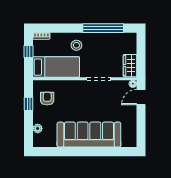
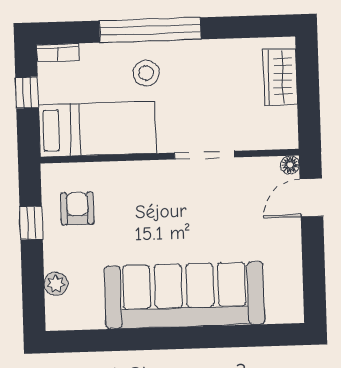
window: (103, 28) -> (150, 30), moved
wardrobe: (130, 66) -> (280, 77), moved

